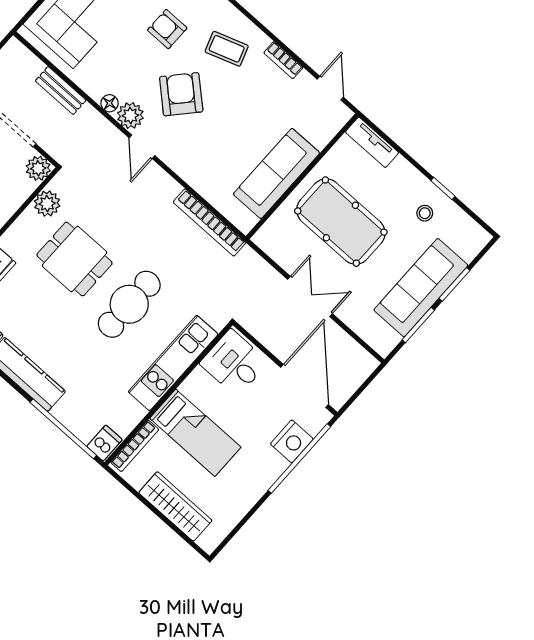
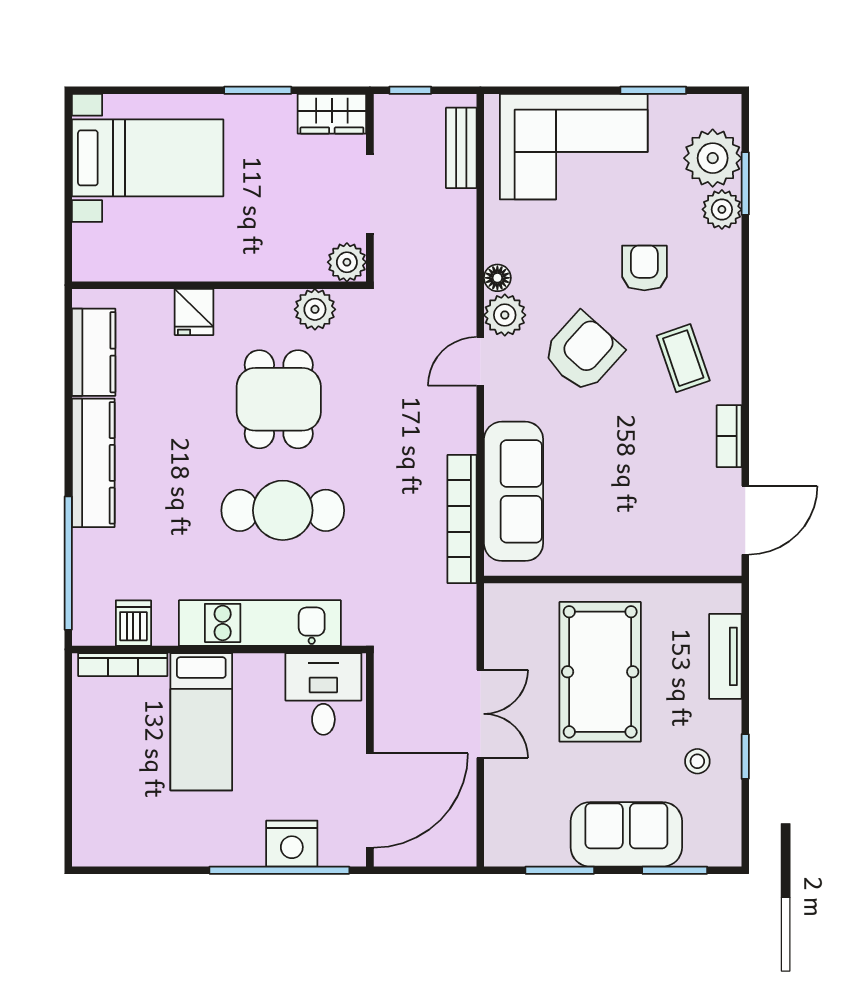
door: (330, 88) -> (745, 520), width x1.38
bench: (61, 91) -> (461, 148), moved
tv unit: (372, 142) -> (725, 656), moved
sofa: (276, 173) -> (514, 491), moved, turned 90
window: (455, 284) -> (675, 870), moved
sofa: (421, 288) -> (626, 834), width x0.73
dishwasher: (104, 443) -> (133, 623), moved, turned -90
wardrobe: (175, 506) -> (94, 775), removed

